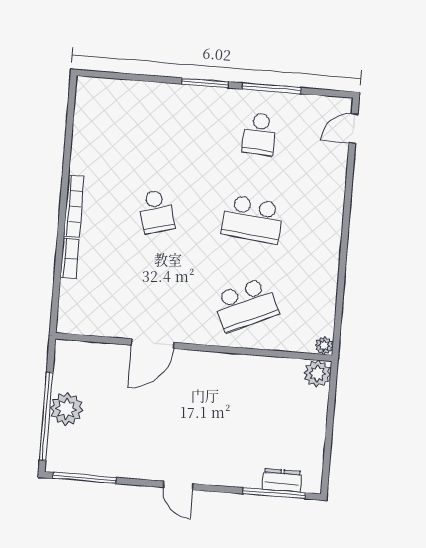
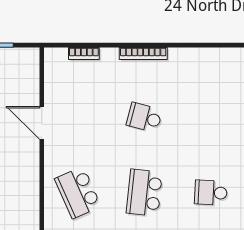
school desk: (156, 211) -> (144, 118), turned 30
bookcase: (70, 259) -> (84, 53), moved

